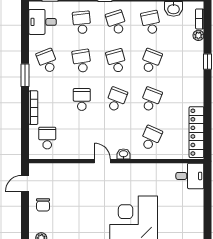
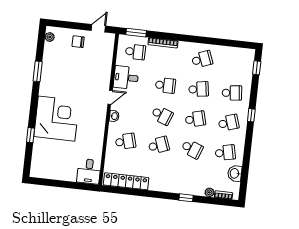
desk: (43, 22) -> (126, 78), moved, turned -90
window: (25, 75) -> (136, 33), moved
school desk: (151, 100) -> (159, 145), turned -42
school desk: (151, 138) -> (125, 141), turned -39
door: (25, 183) -> (98, 28), hinge flipped

